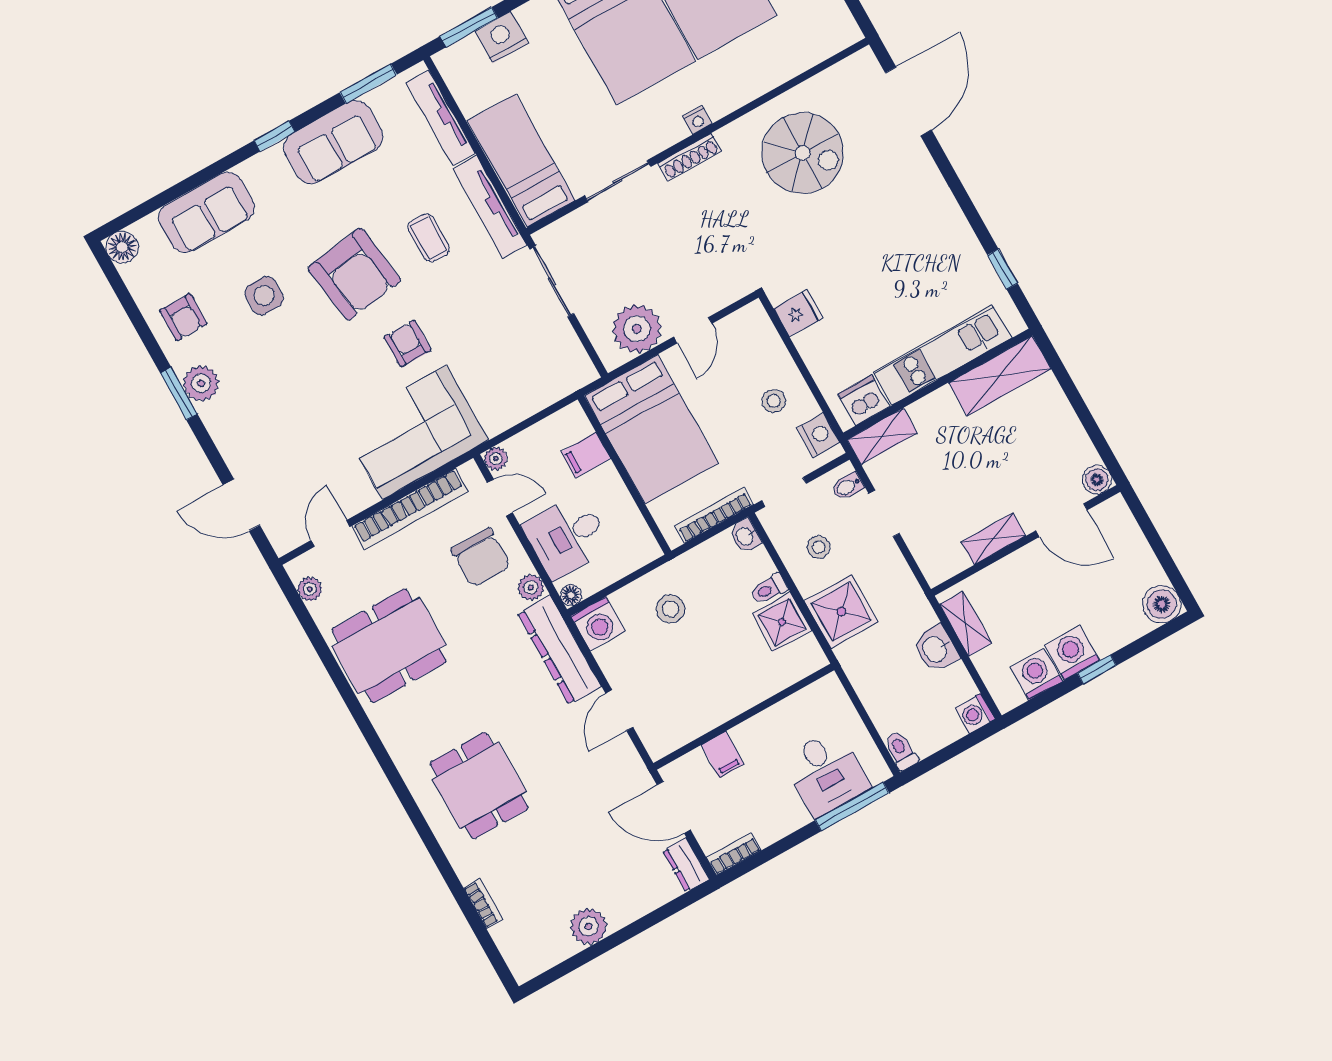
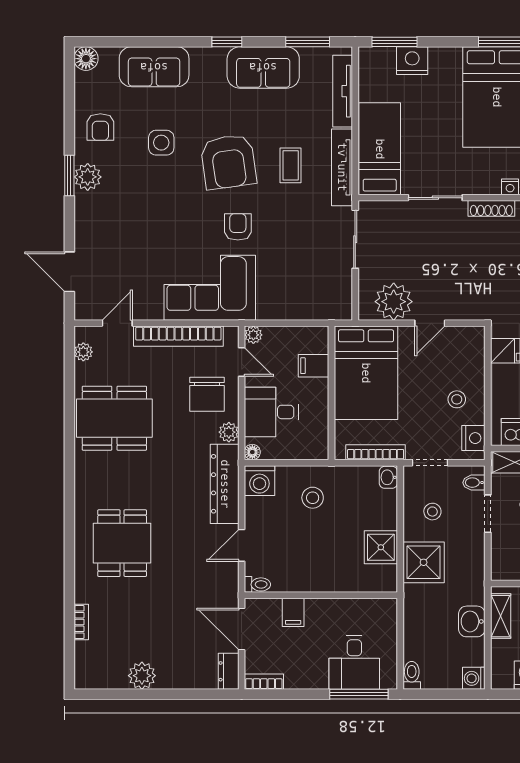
toilet: (769, 589) -> (257, 584), moved, turned 180

